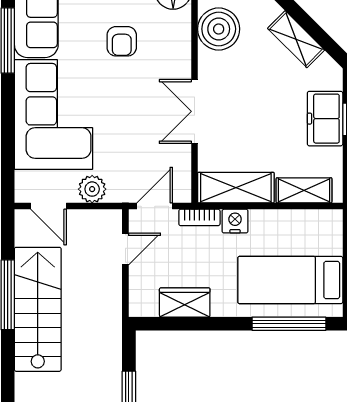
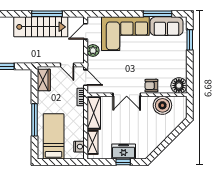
shelving: (296, 39) -> (158, 139), removed
armchair: (122, 41) -> (151, 86), moved
double door: (194, 111) -> (127, 95), swing flipped
nightstand: (235, 221) -> (79, 147), moved
wardrobe: (185, 302) -> (44, 80), moved
window: (289, 324) -> (35, 120), moved

